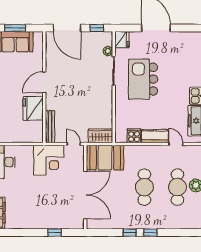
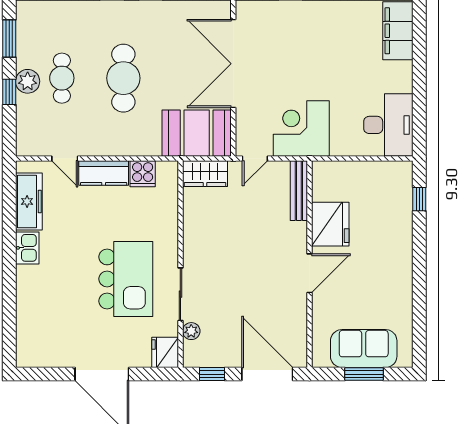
door: (74, 144) -> (255, 158), hinge flipped
cafe table: (177, 187) -> (62, 78), width x0.73, depth x0.74

